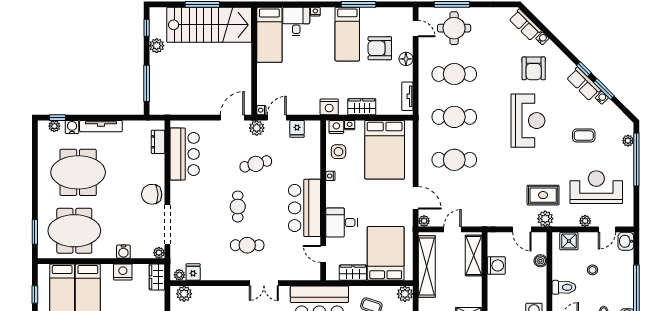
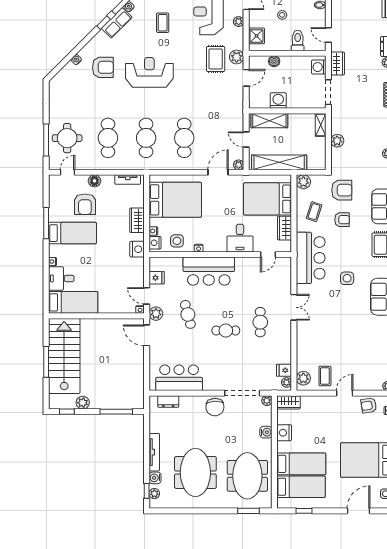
row of seats: (525, 25) -> (64, 75), removed
bar counter: (304, 208) -> (209, 271), moved

